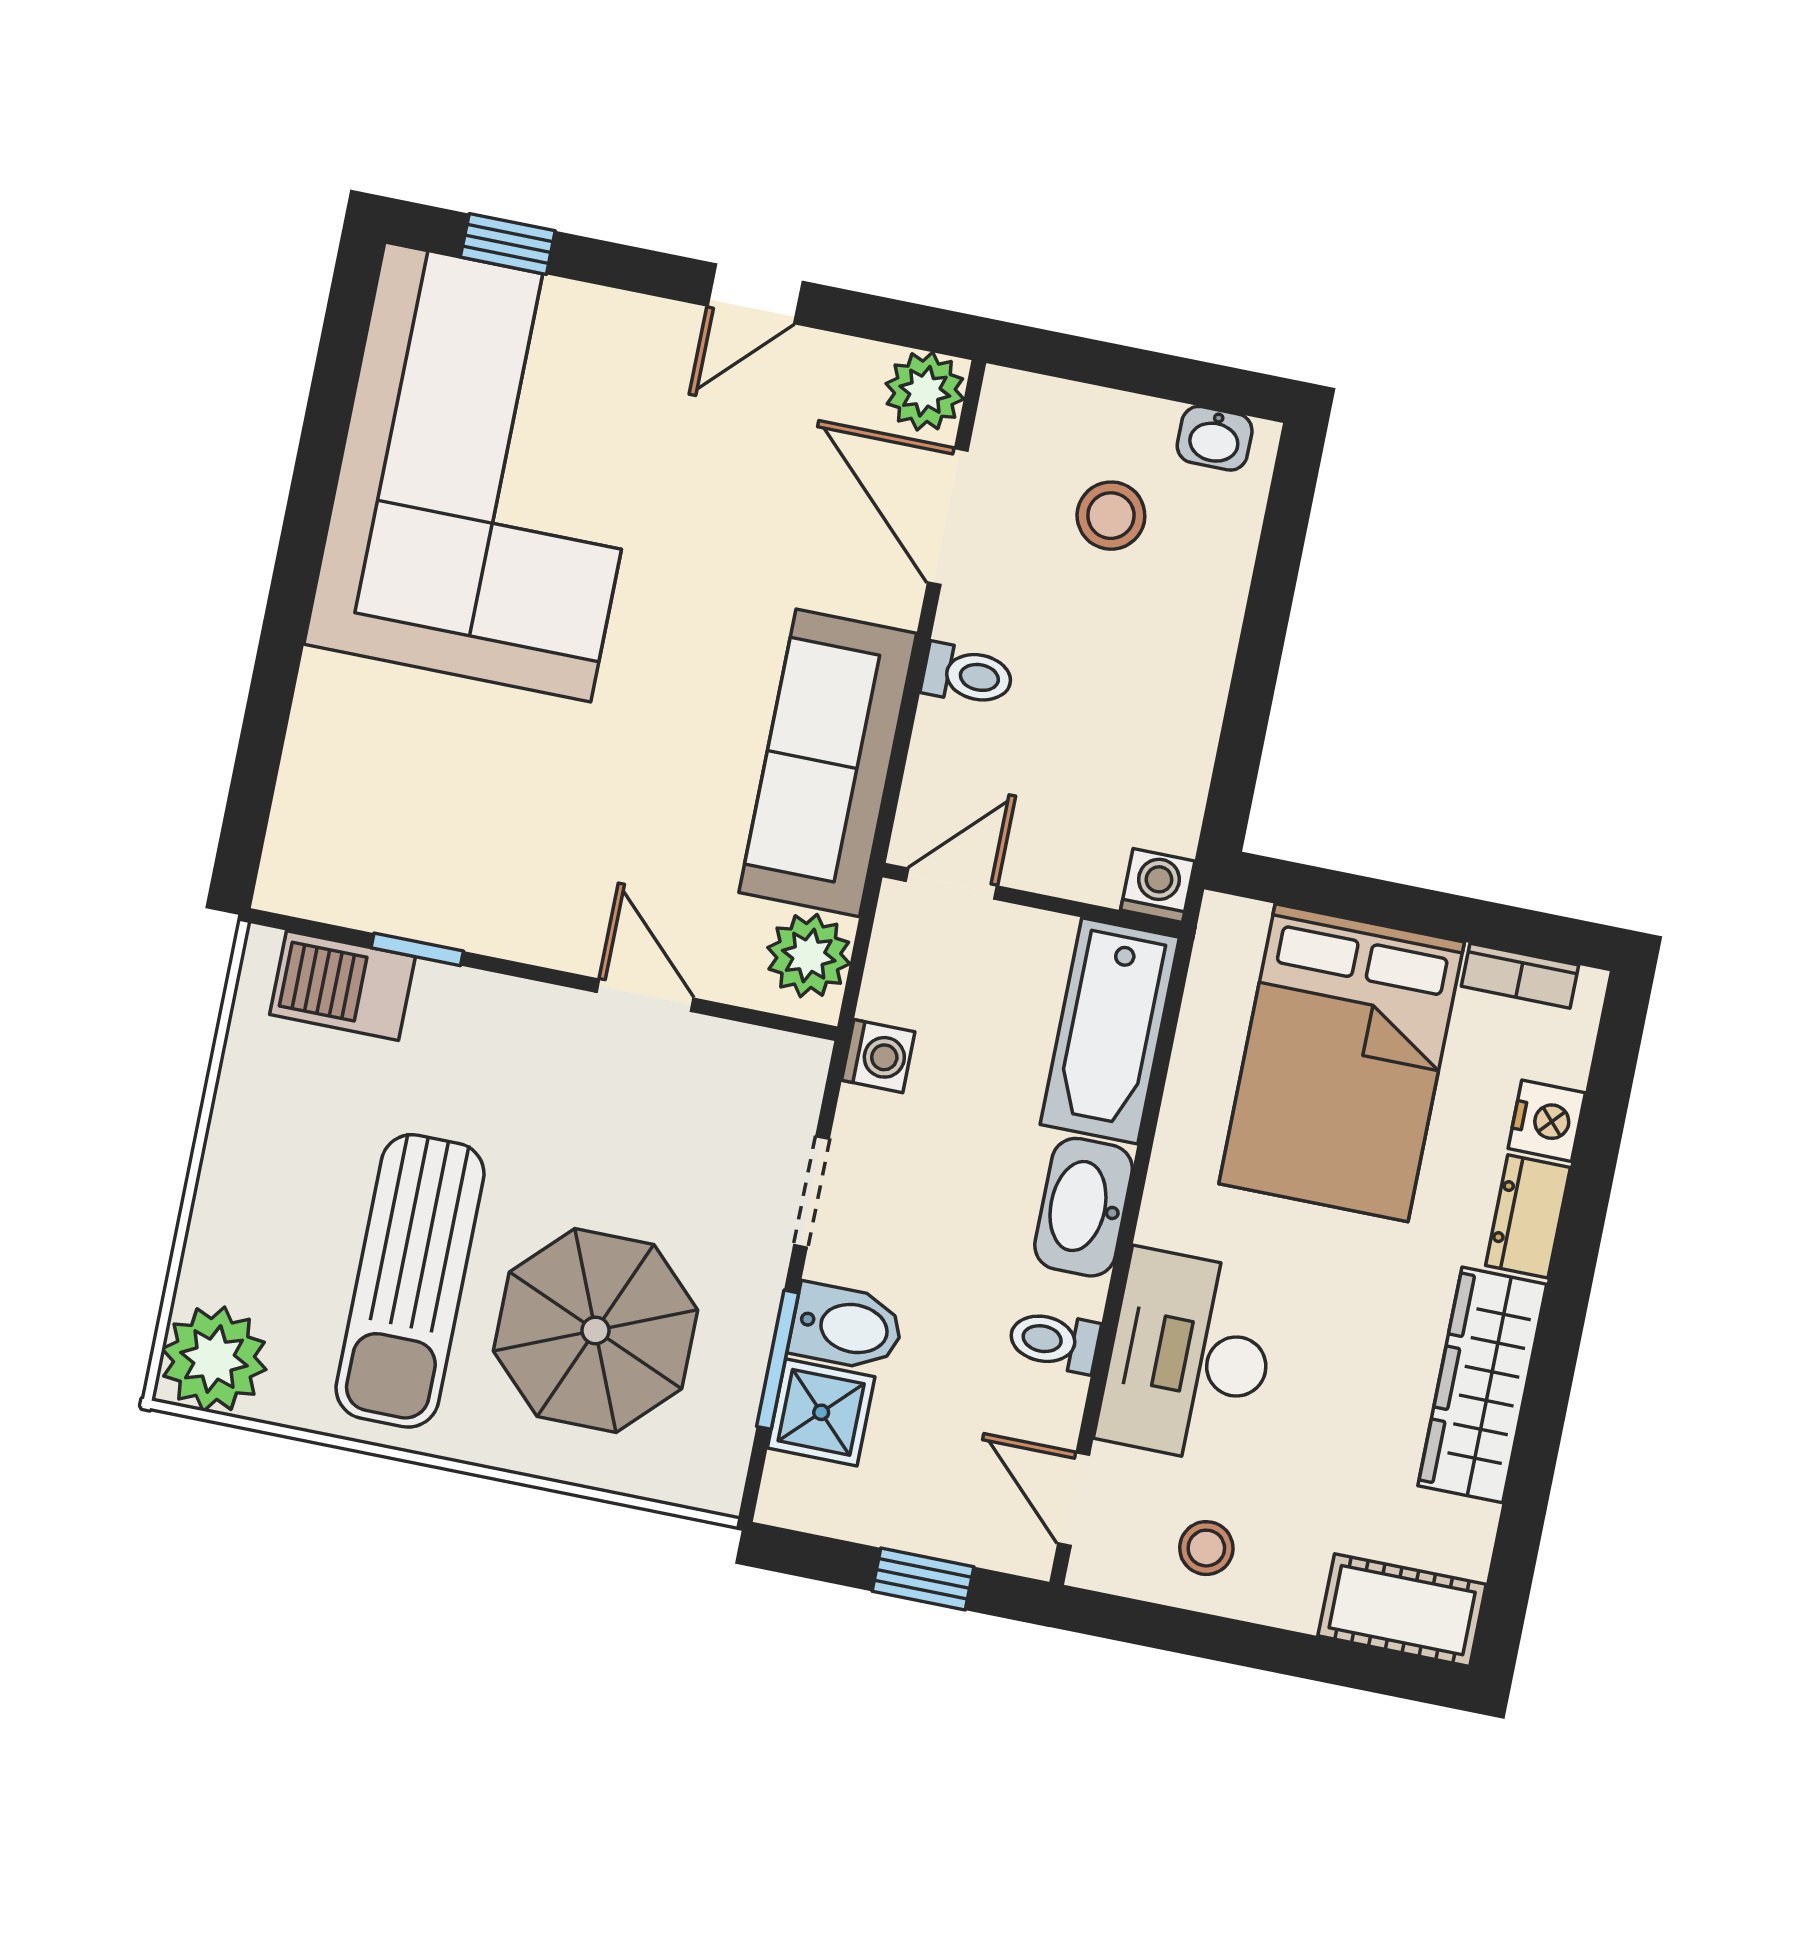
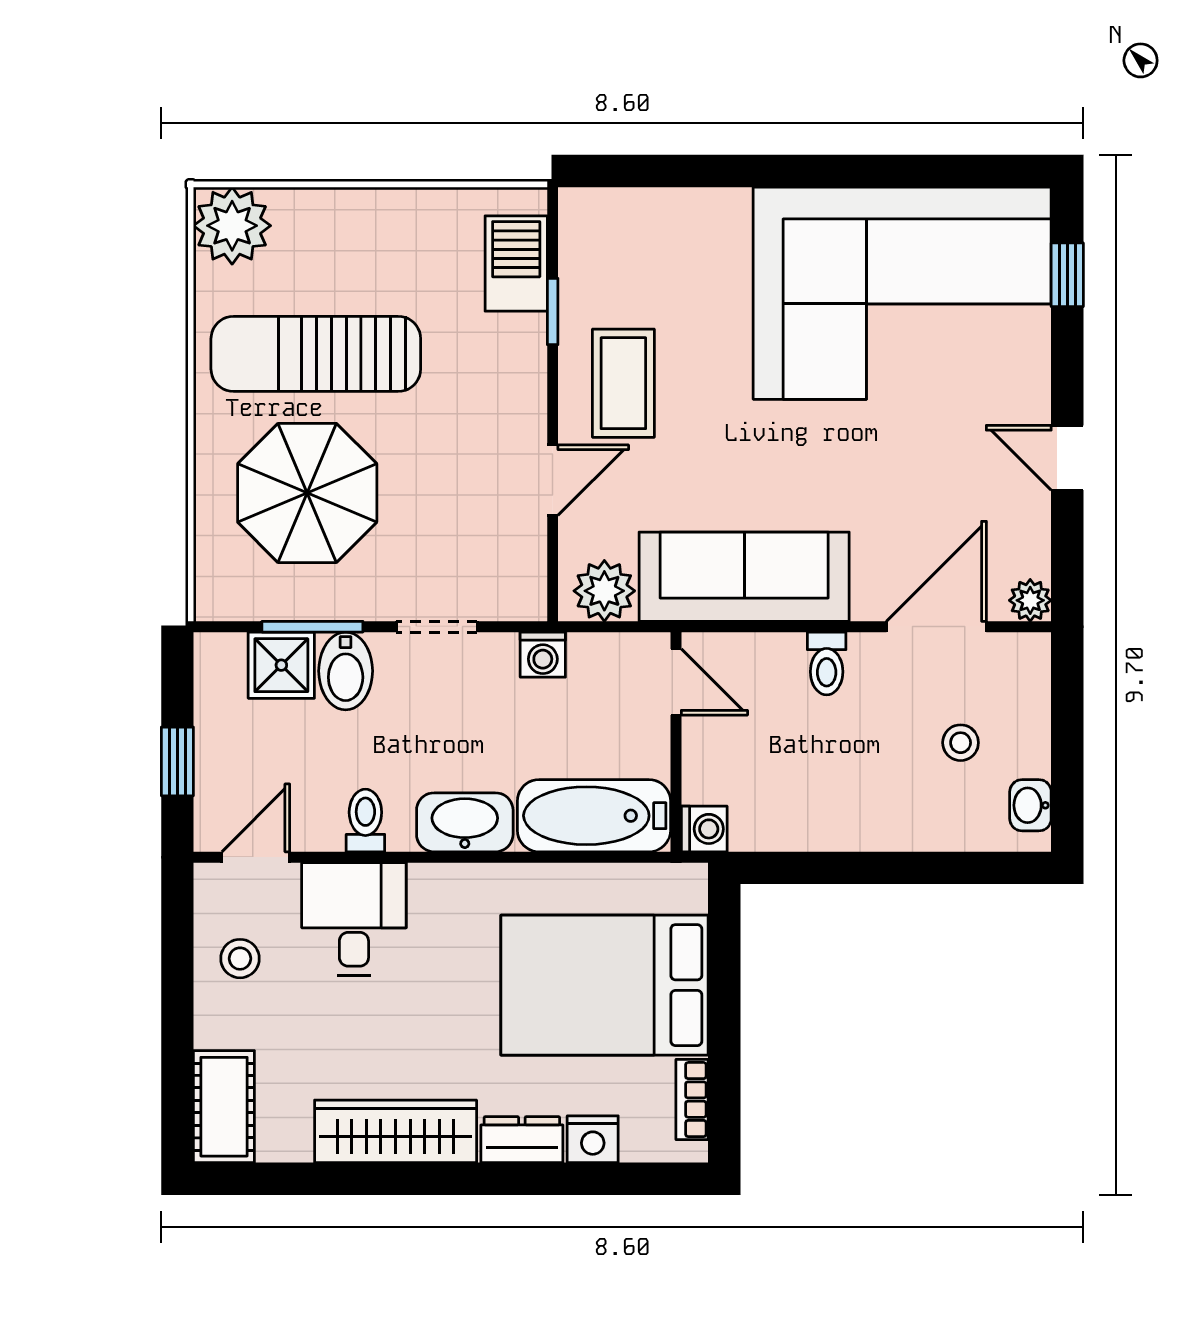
plant: (925, 391) -> (1030, 600), width x0.73, depth x0.73
stool: (1111, 516) -> (961, 743), width x0.73, depth x0.73
coffee table: (533, 873) -> (623, 383), added
desk: (1189, 1357) -> (354, 919), width x0.73

